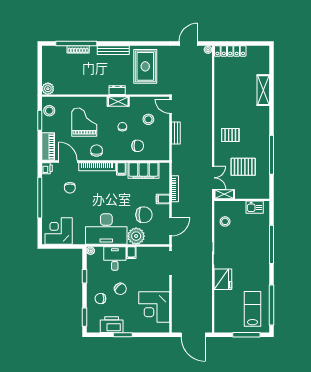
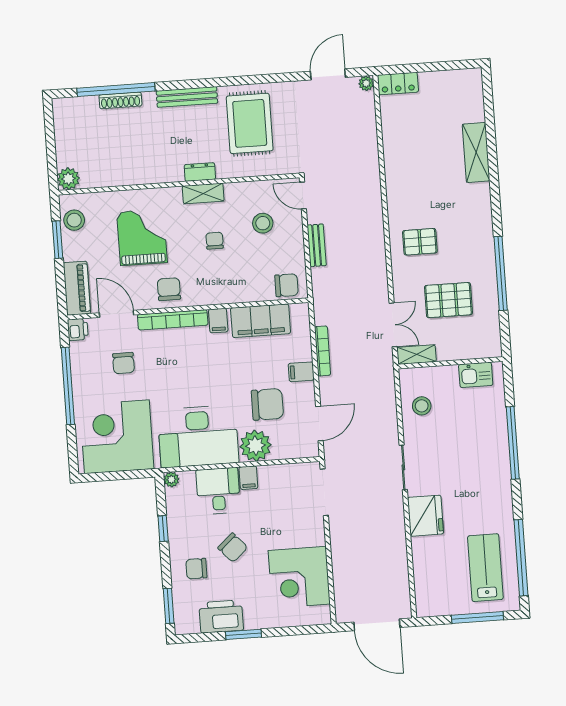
locker: (230, 51) -> (398, 83), width x0.66
chair: (138, 146) -> (286, 285), moved
corner desk: (59, 231) -> (117, 437), width x1.36, depth x1.36

